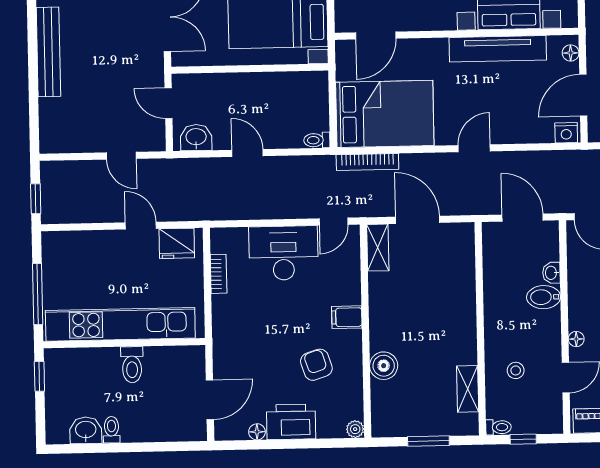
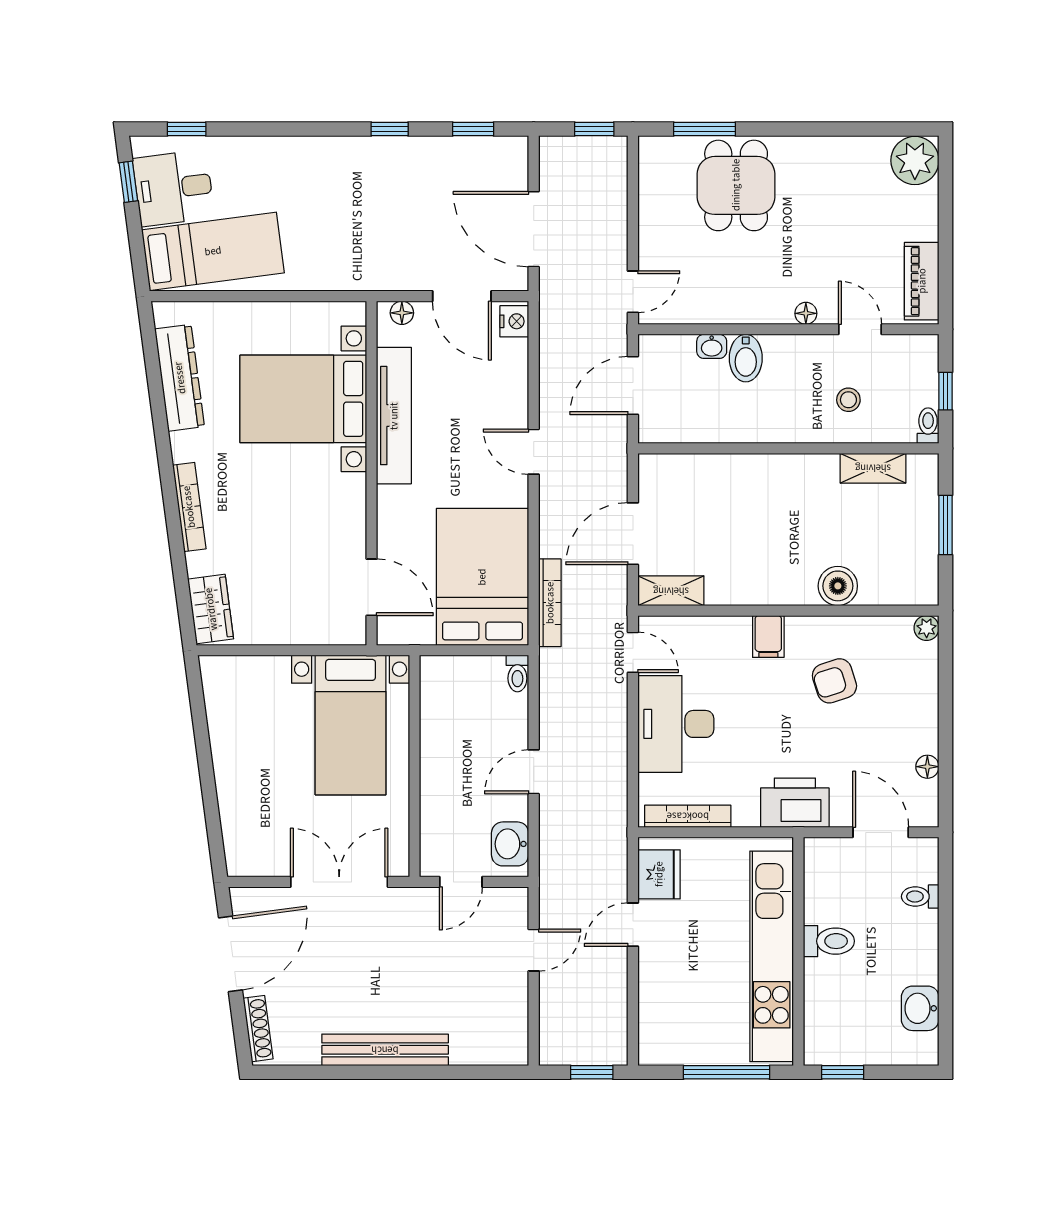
bookcase: (219, 274) -> (688, 816), width x1.56
printer: (291, 422) -> (795, 803), moved, turned 90
toilet: (112, 430) -> (920, 896), moved

